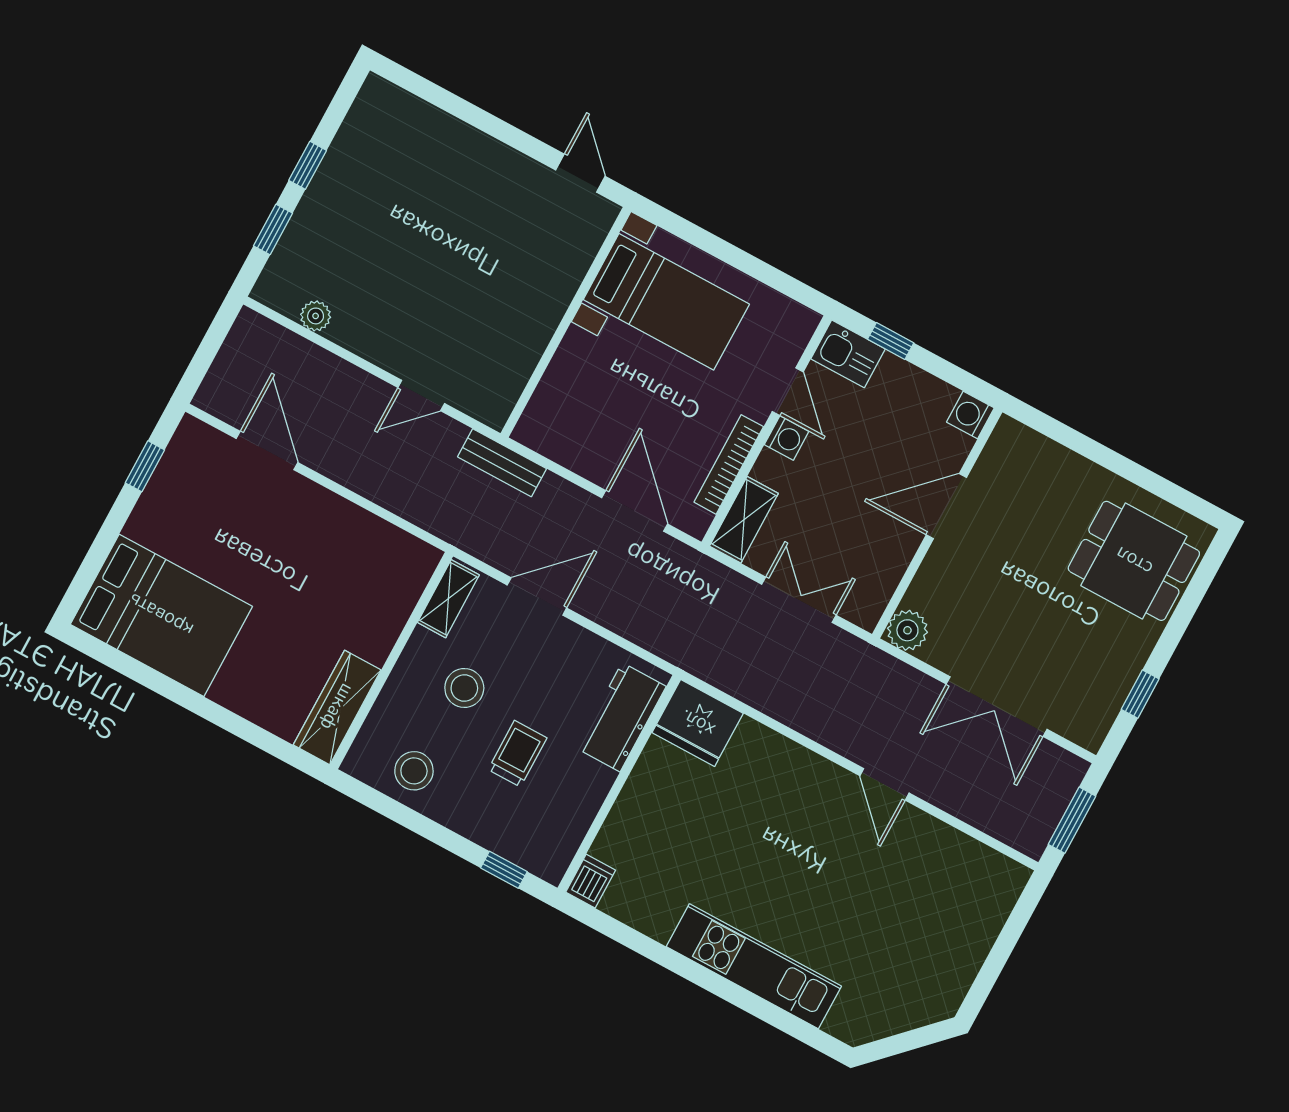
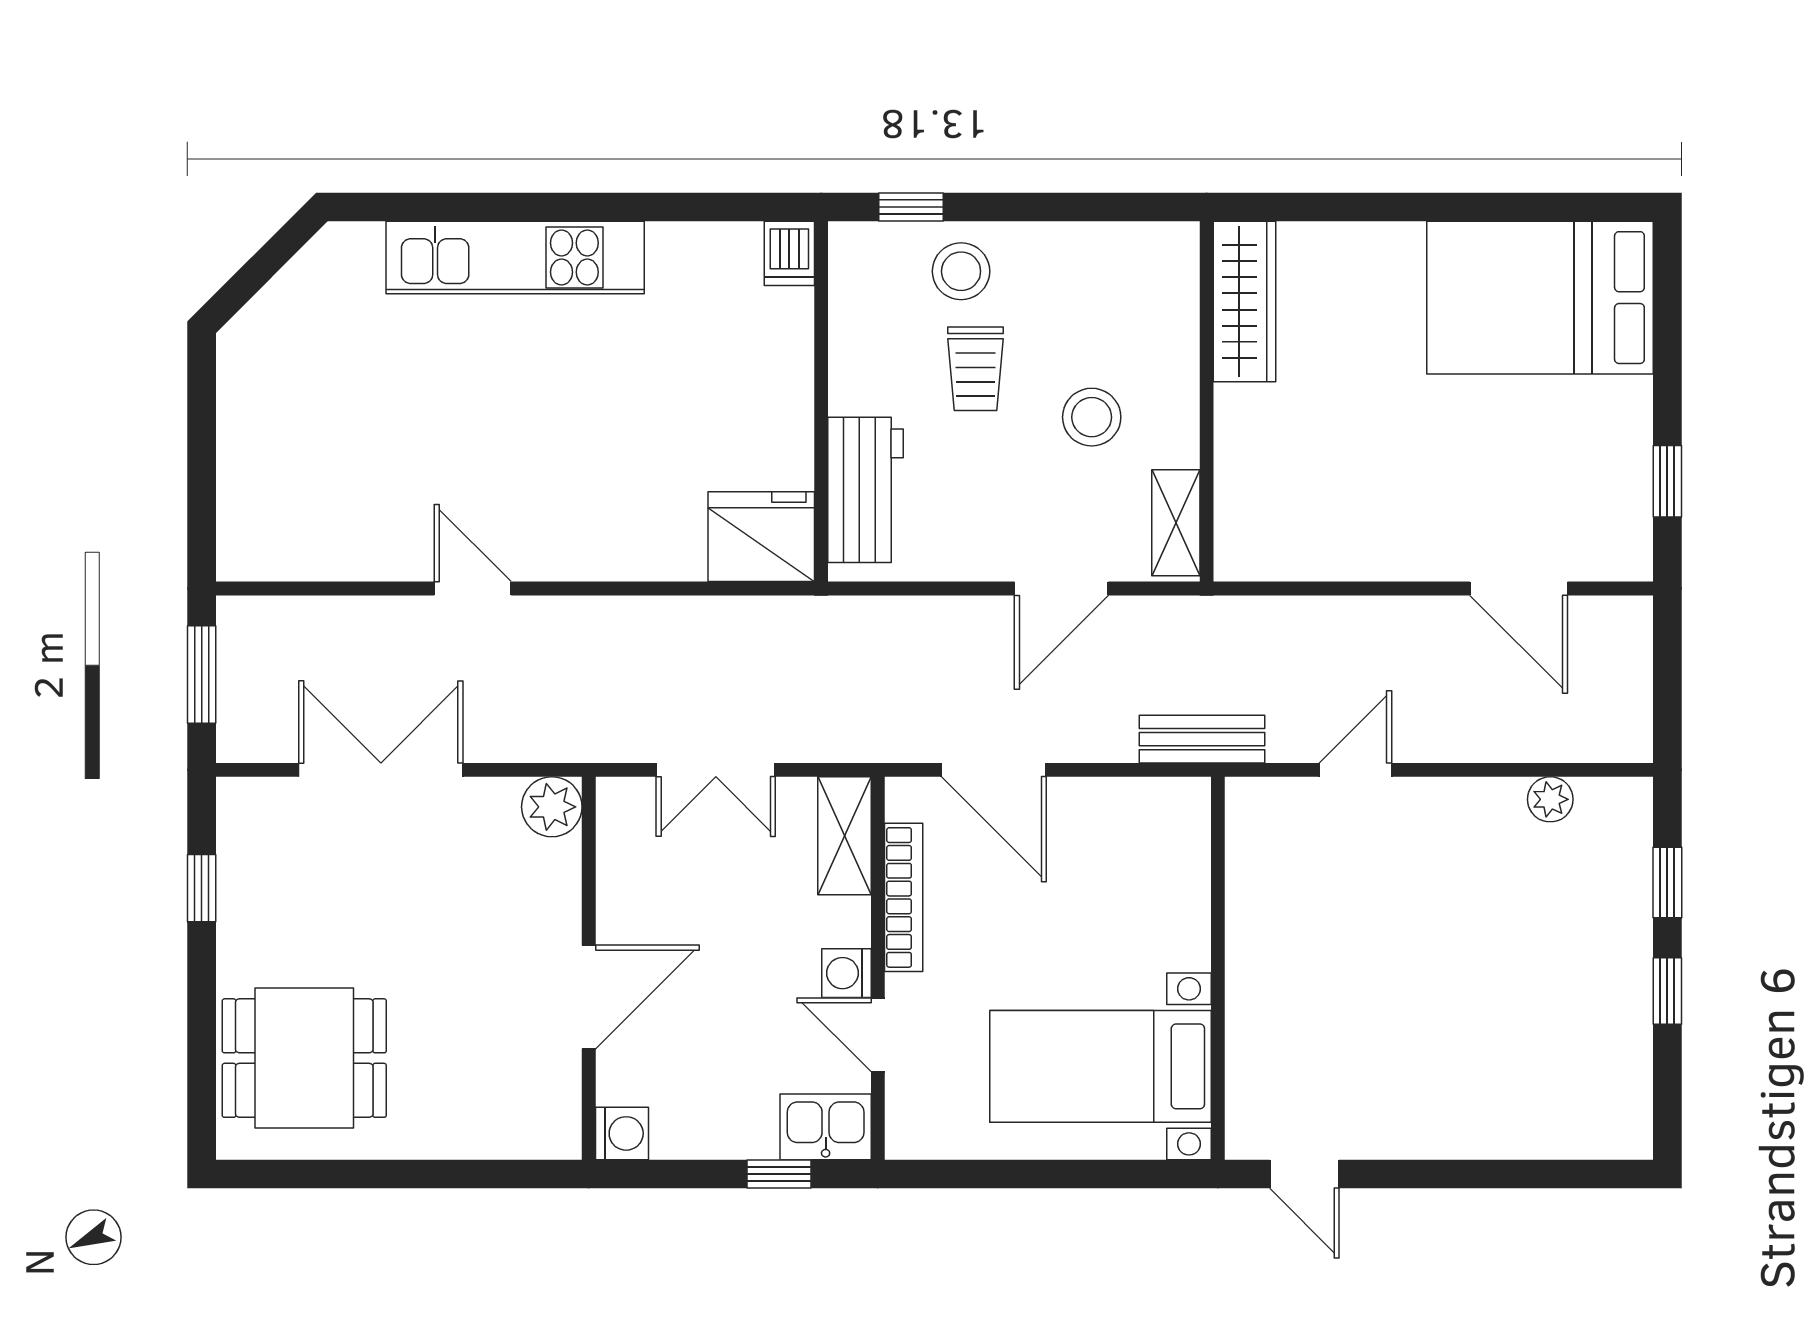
stool: (414, 771) -> (961, 271), moved

